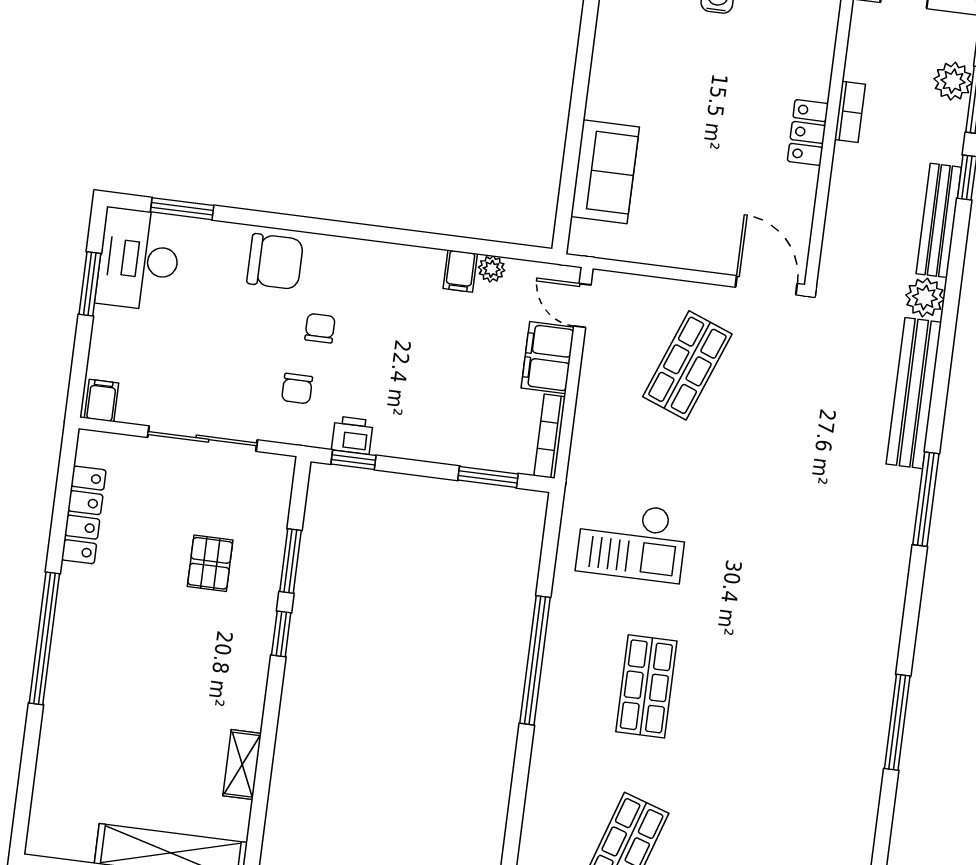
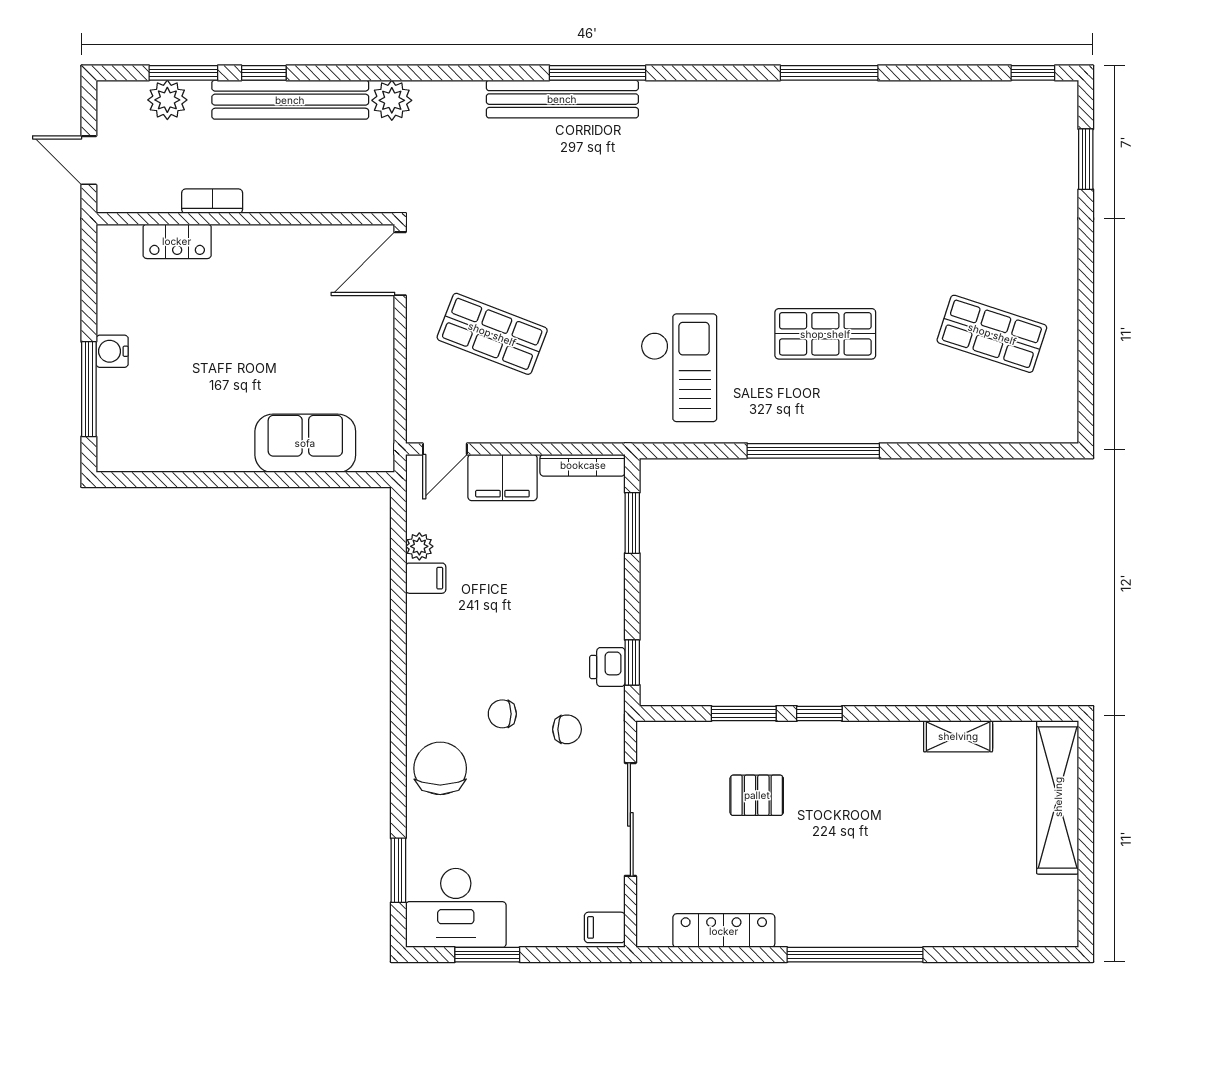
locker: (808, 132) -> (177, 241), moved
bench: (939, 220) -> (290, 100), width x1.37, depth x1.21
bench: (914, 393) -> (562, 99), moved

